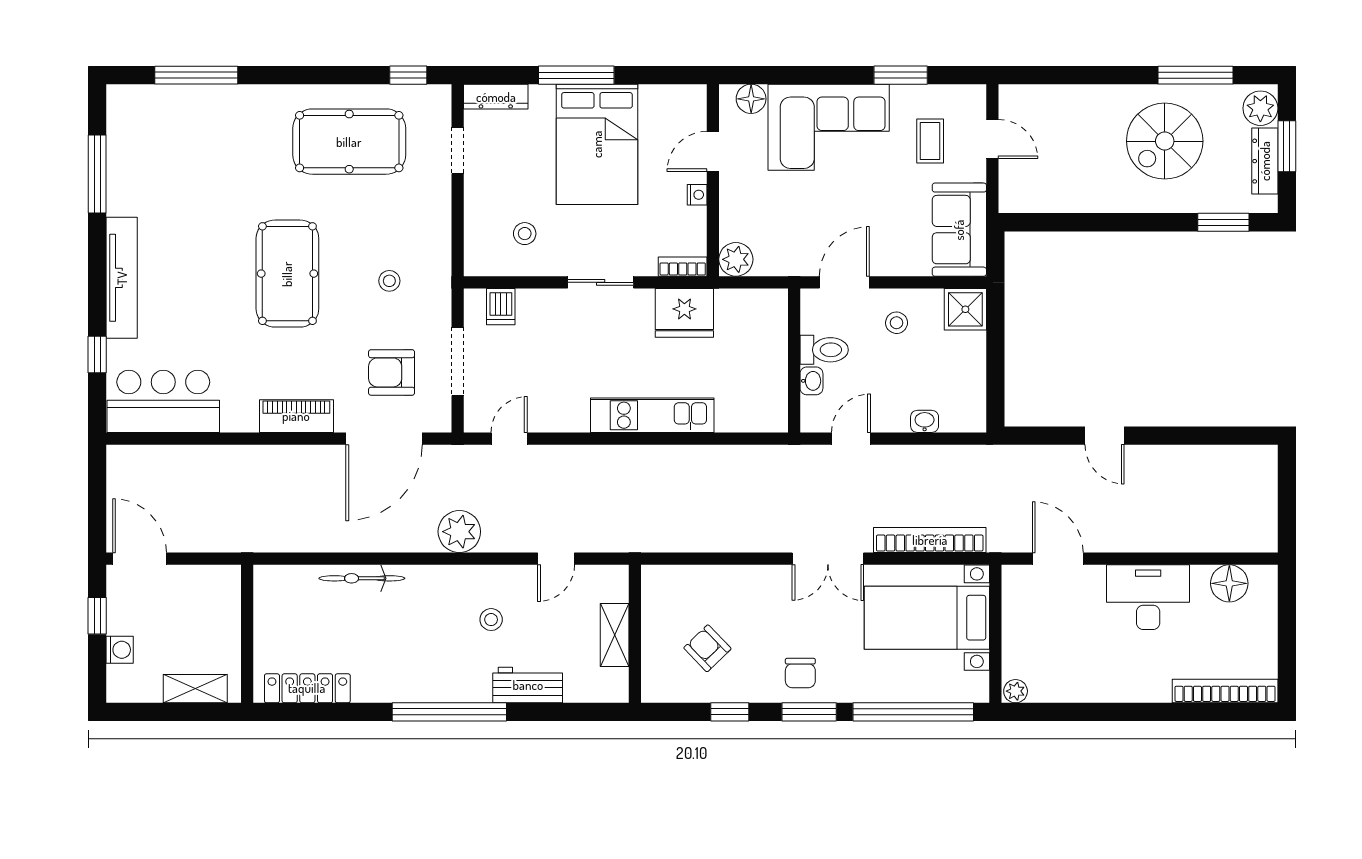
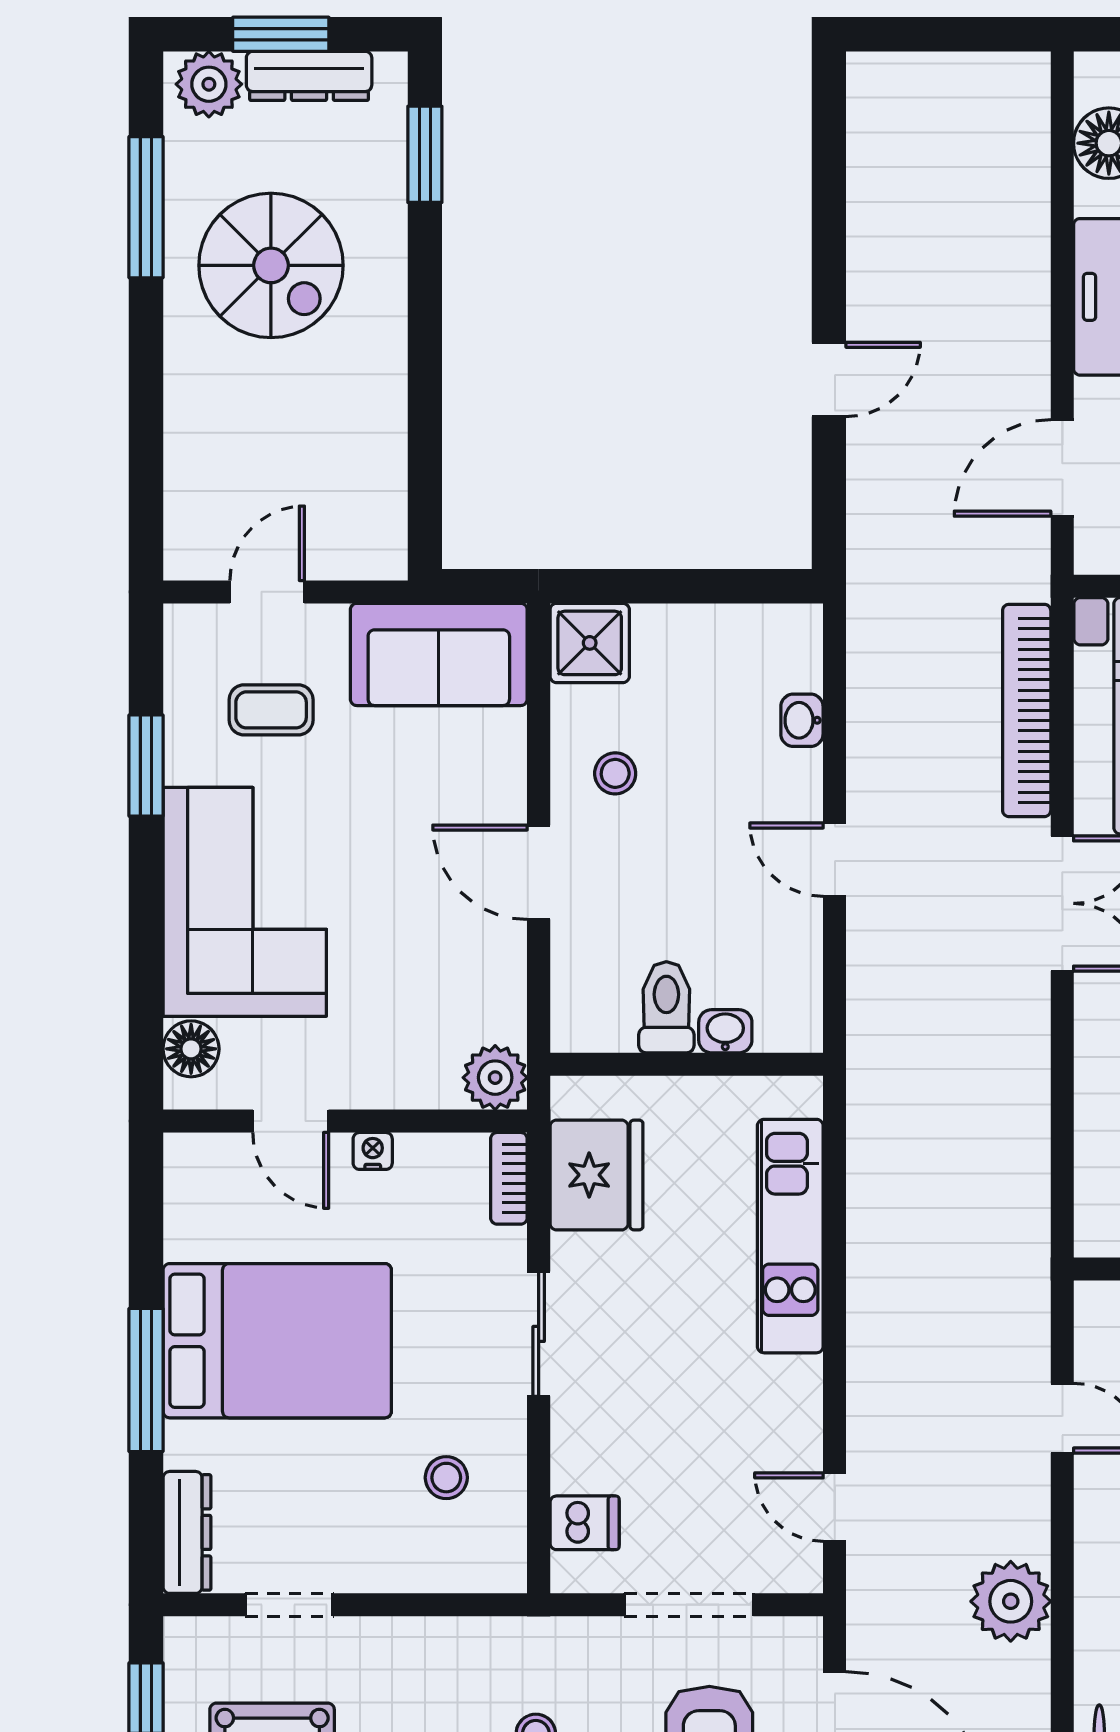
toilet: (824, 350) -> (666, 1007), moved
wall: (794, 360) -> (687, 1064), moved
washbasin: (811, 381) -> (725, 1031), moved

